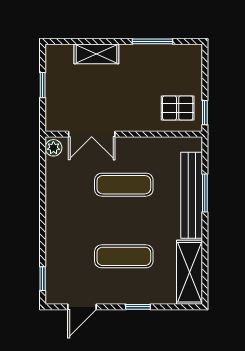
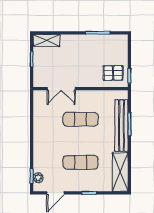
shelving: (96, 54) -> (47, 40), moved
plant: (53, 148) -> (38, 178), moved

